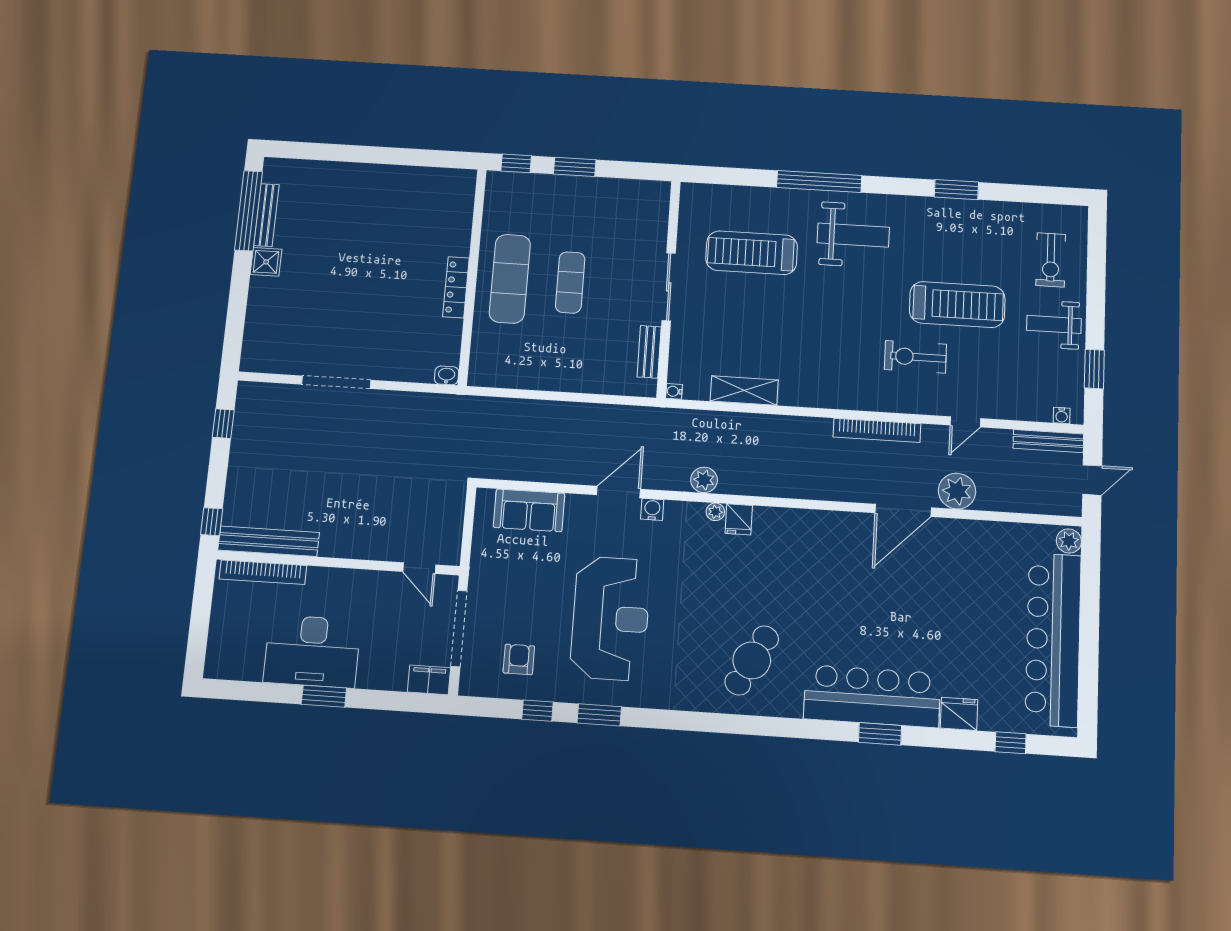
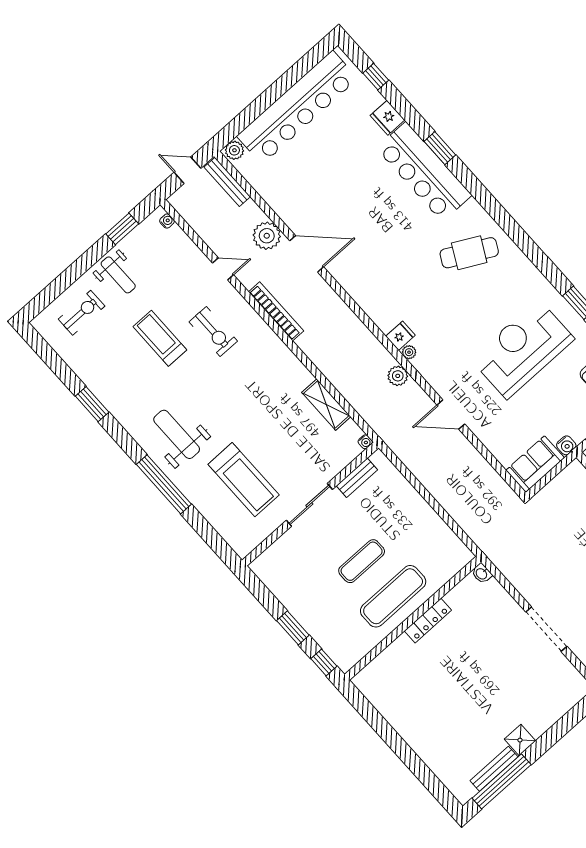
treadmill: (957, 305) -> (160, 338), width x0.73, depth x0.73
bench: (1048, 441) -> (227, 182), moved
water cooler: (652, 509) -> (566, 445), moved, turned -90
sofa: (529, 510) -> (535, 464), moved, turned -90

